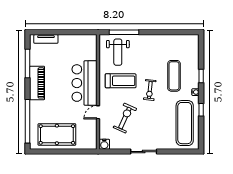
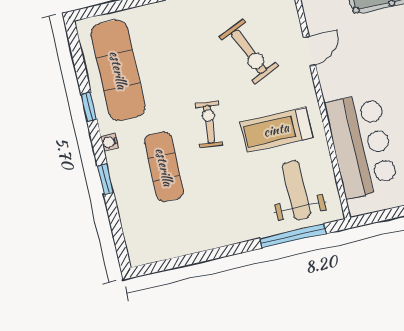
bar counter: (85, 83) -> (361, 145), moved
exercise bike: (125, 118) -> (249, 52), turned -48

